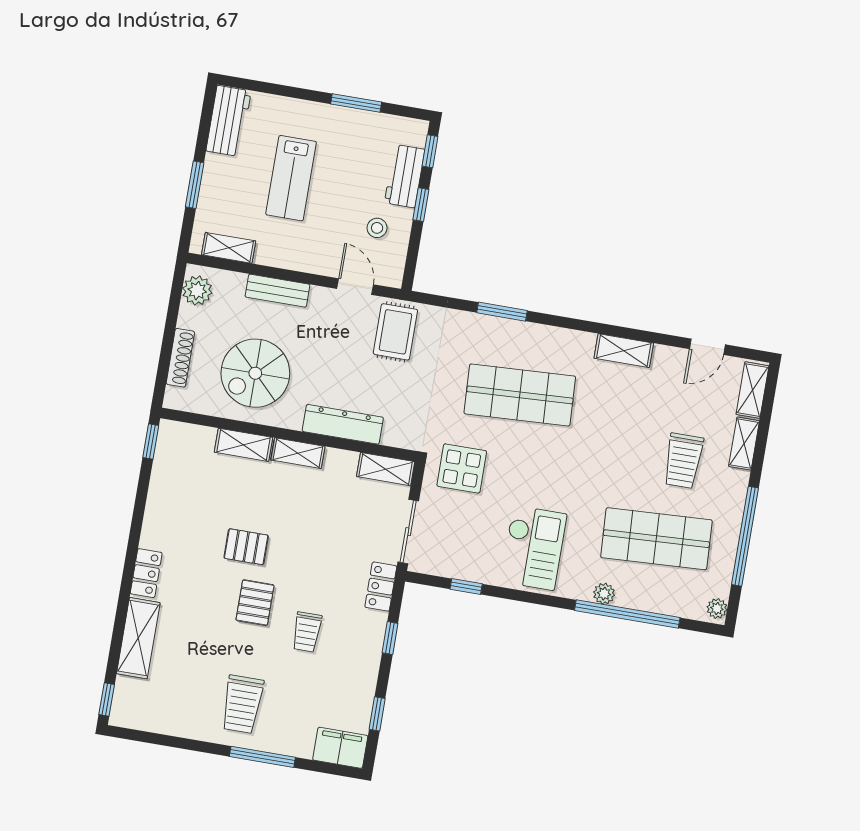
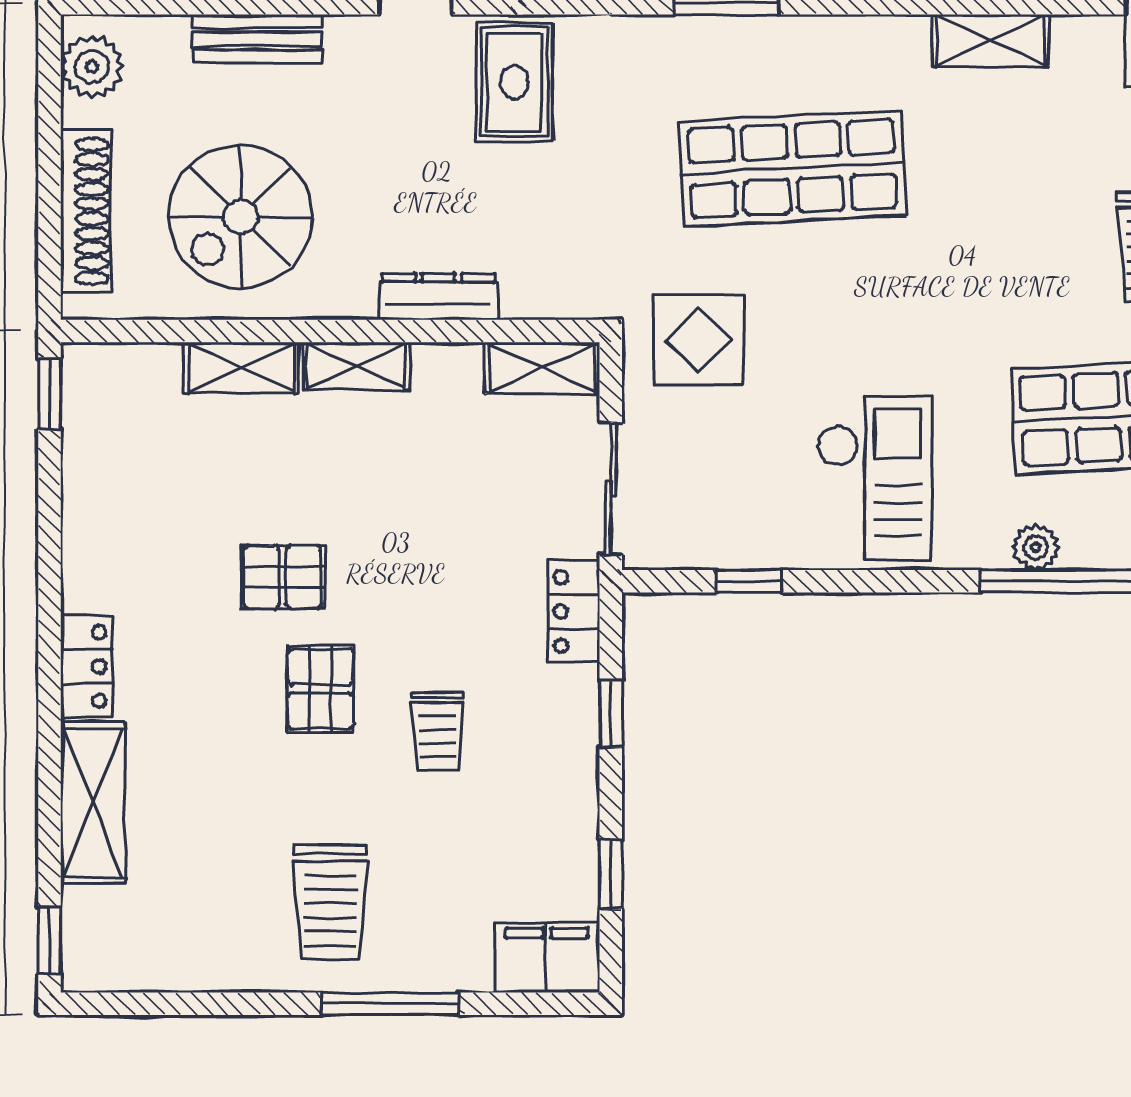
shoe rack: (180, 358) -> (85, 211), width x1.36, depth x1.24
dresser: (343, 424) -> (439, 297), width x0.73, depth x0.80

